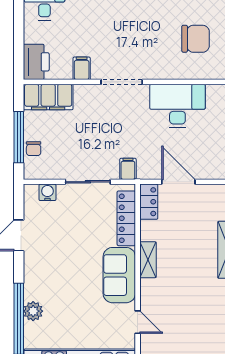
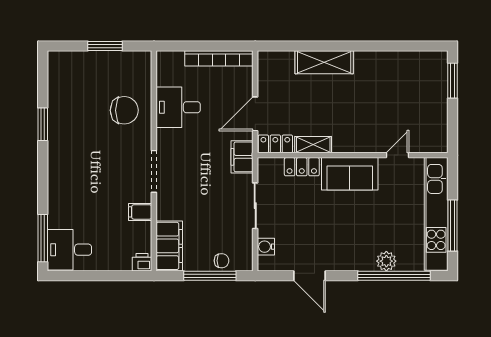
chair: (196, 39) -> (124, 110), moved, turned 90
printer: (36, 62) -> (142, 262), width x0.53, depth x0.68
desk: (177, 106) -> (178, 107), width x0.73
filing cabinet: (128, 169) -> (242, 157), width x2.00
locker: (126, 218) -> (302, 167), width x0.66
shelving: (148, 260) -> (313, 145), moved

